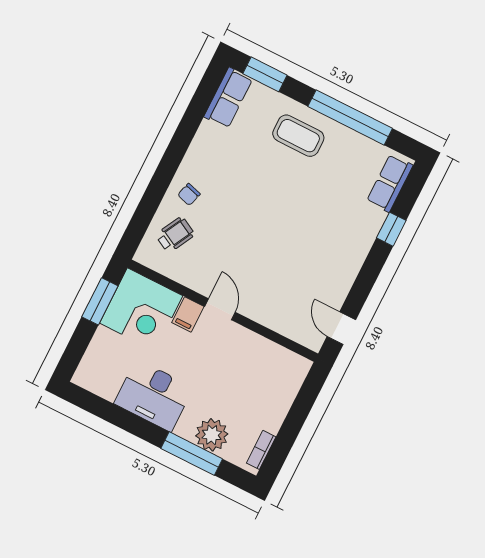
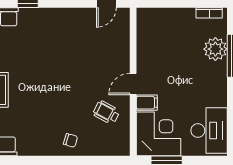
wheelchair: (175, 235) -> (106, 112), moved
desk: (154, 395) -> (209, 131), moved

